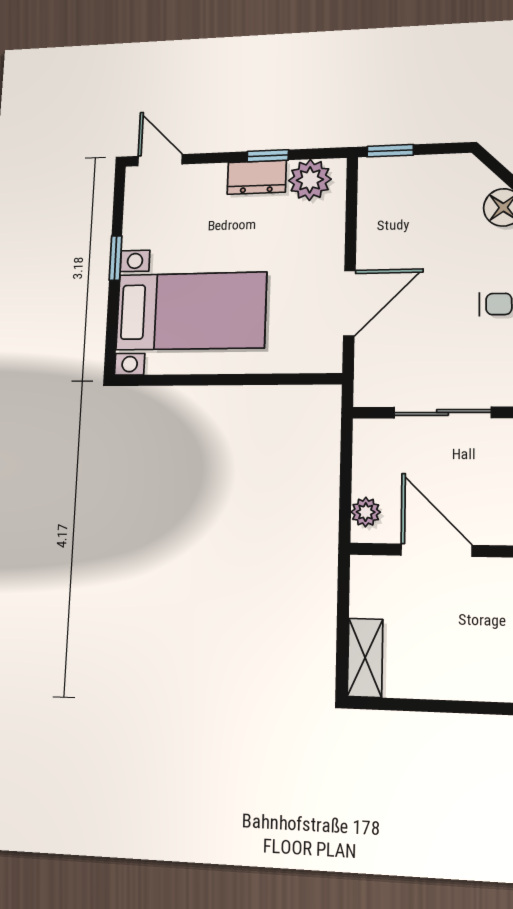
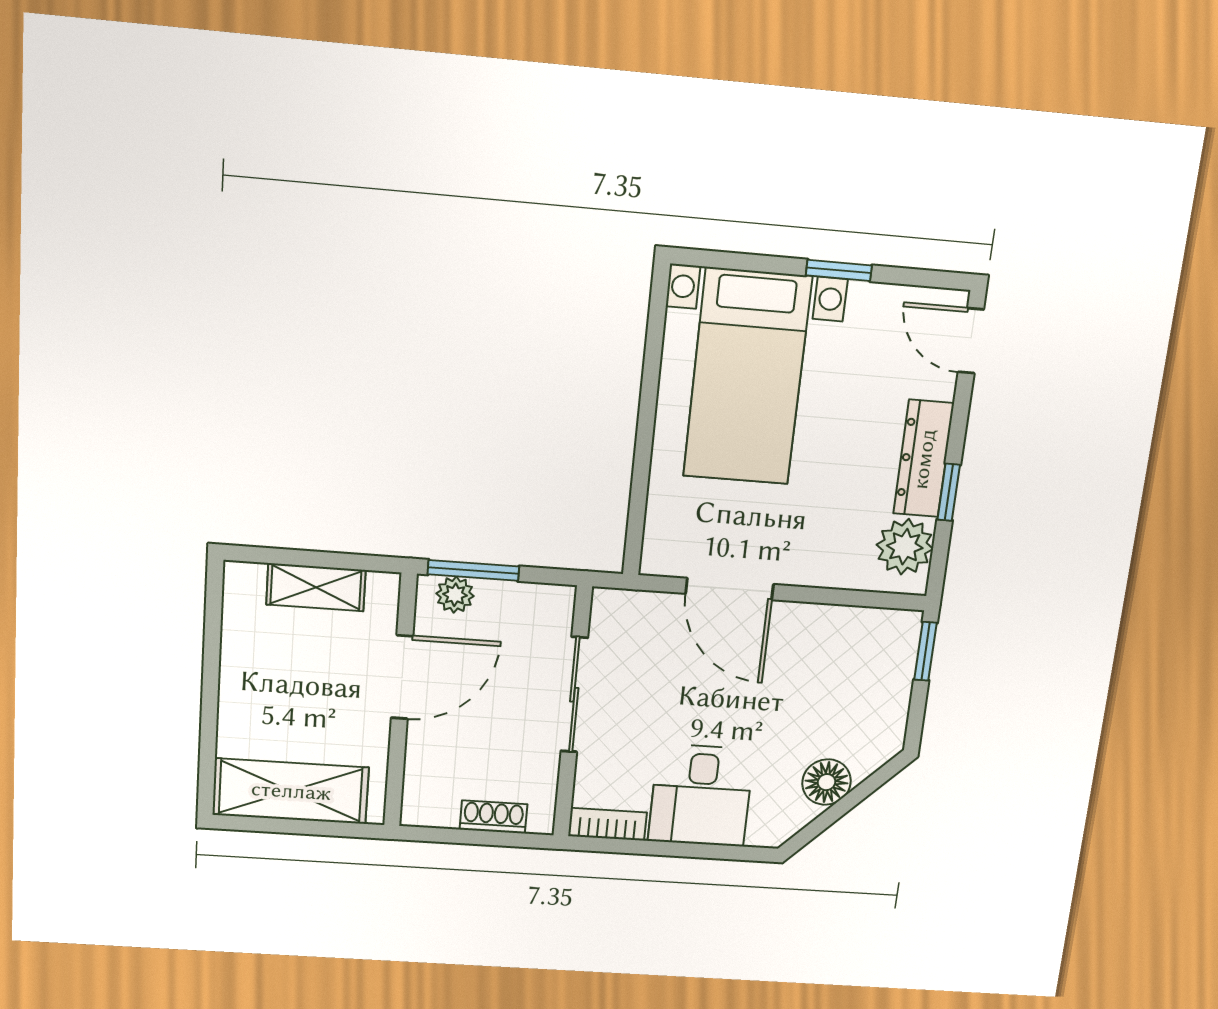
door: (160, 160) -> (971, 341), swing flipped
dresser: (257, 177) -> (924, 459), width x1.44
window: (345, 499) -> (473, 570), added
shelving: (365, 658) -> (316, 587), moved

